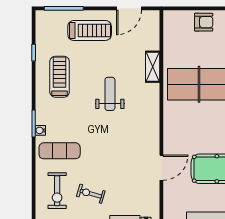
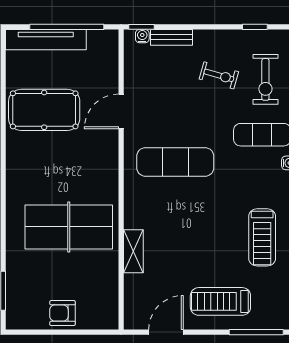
weight bench: (110, 94) -> (192, 214), removed
exercise mat: (122, 131) -> (175, 162), added
exercise bike: (57, 191) -> (265, 79), turned 180

